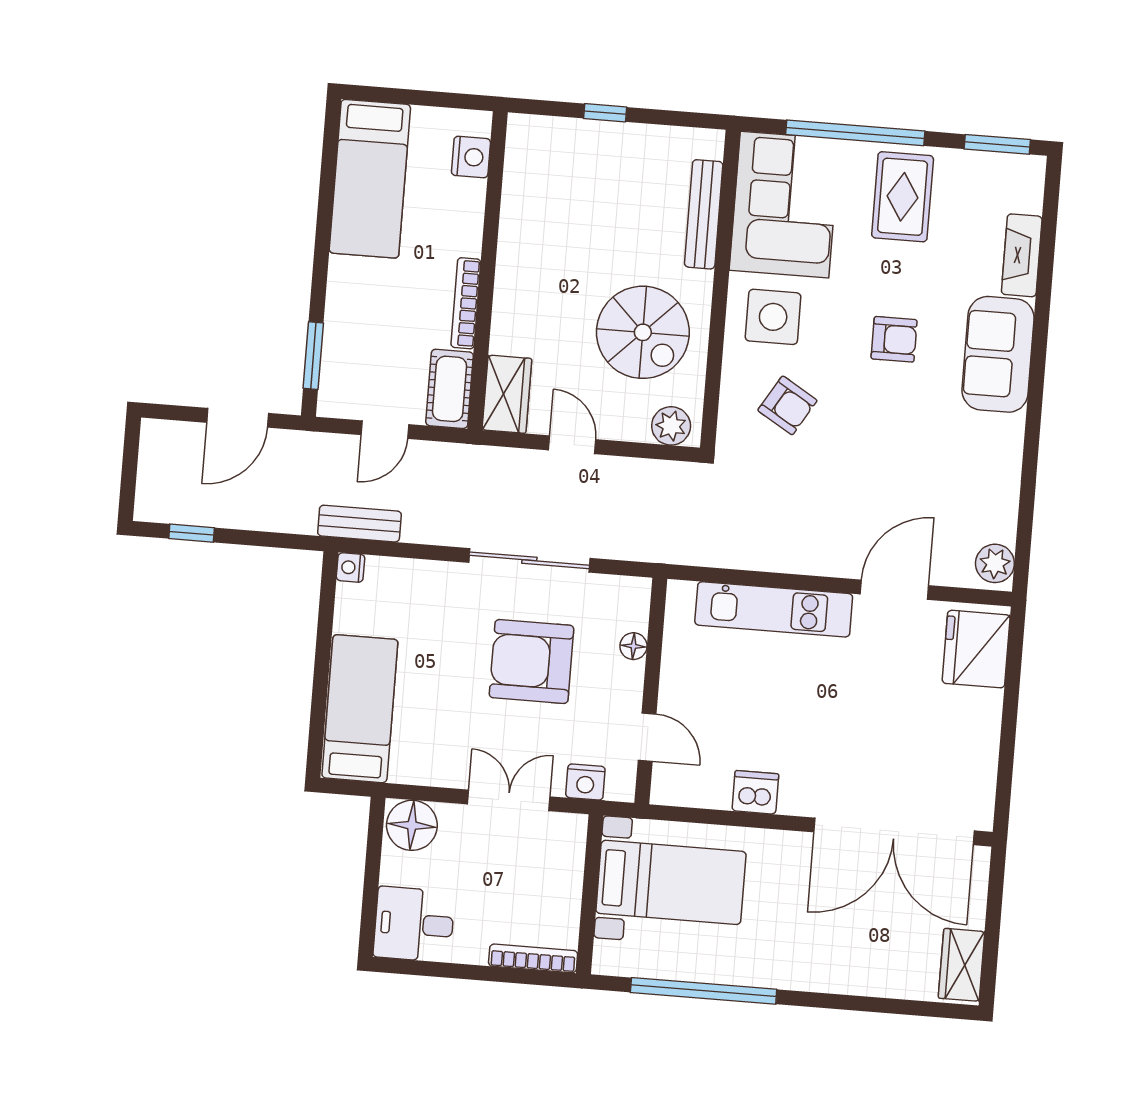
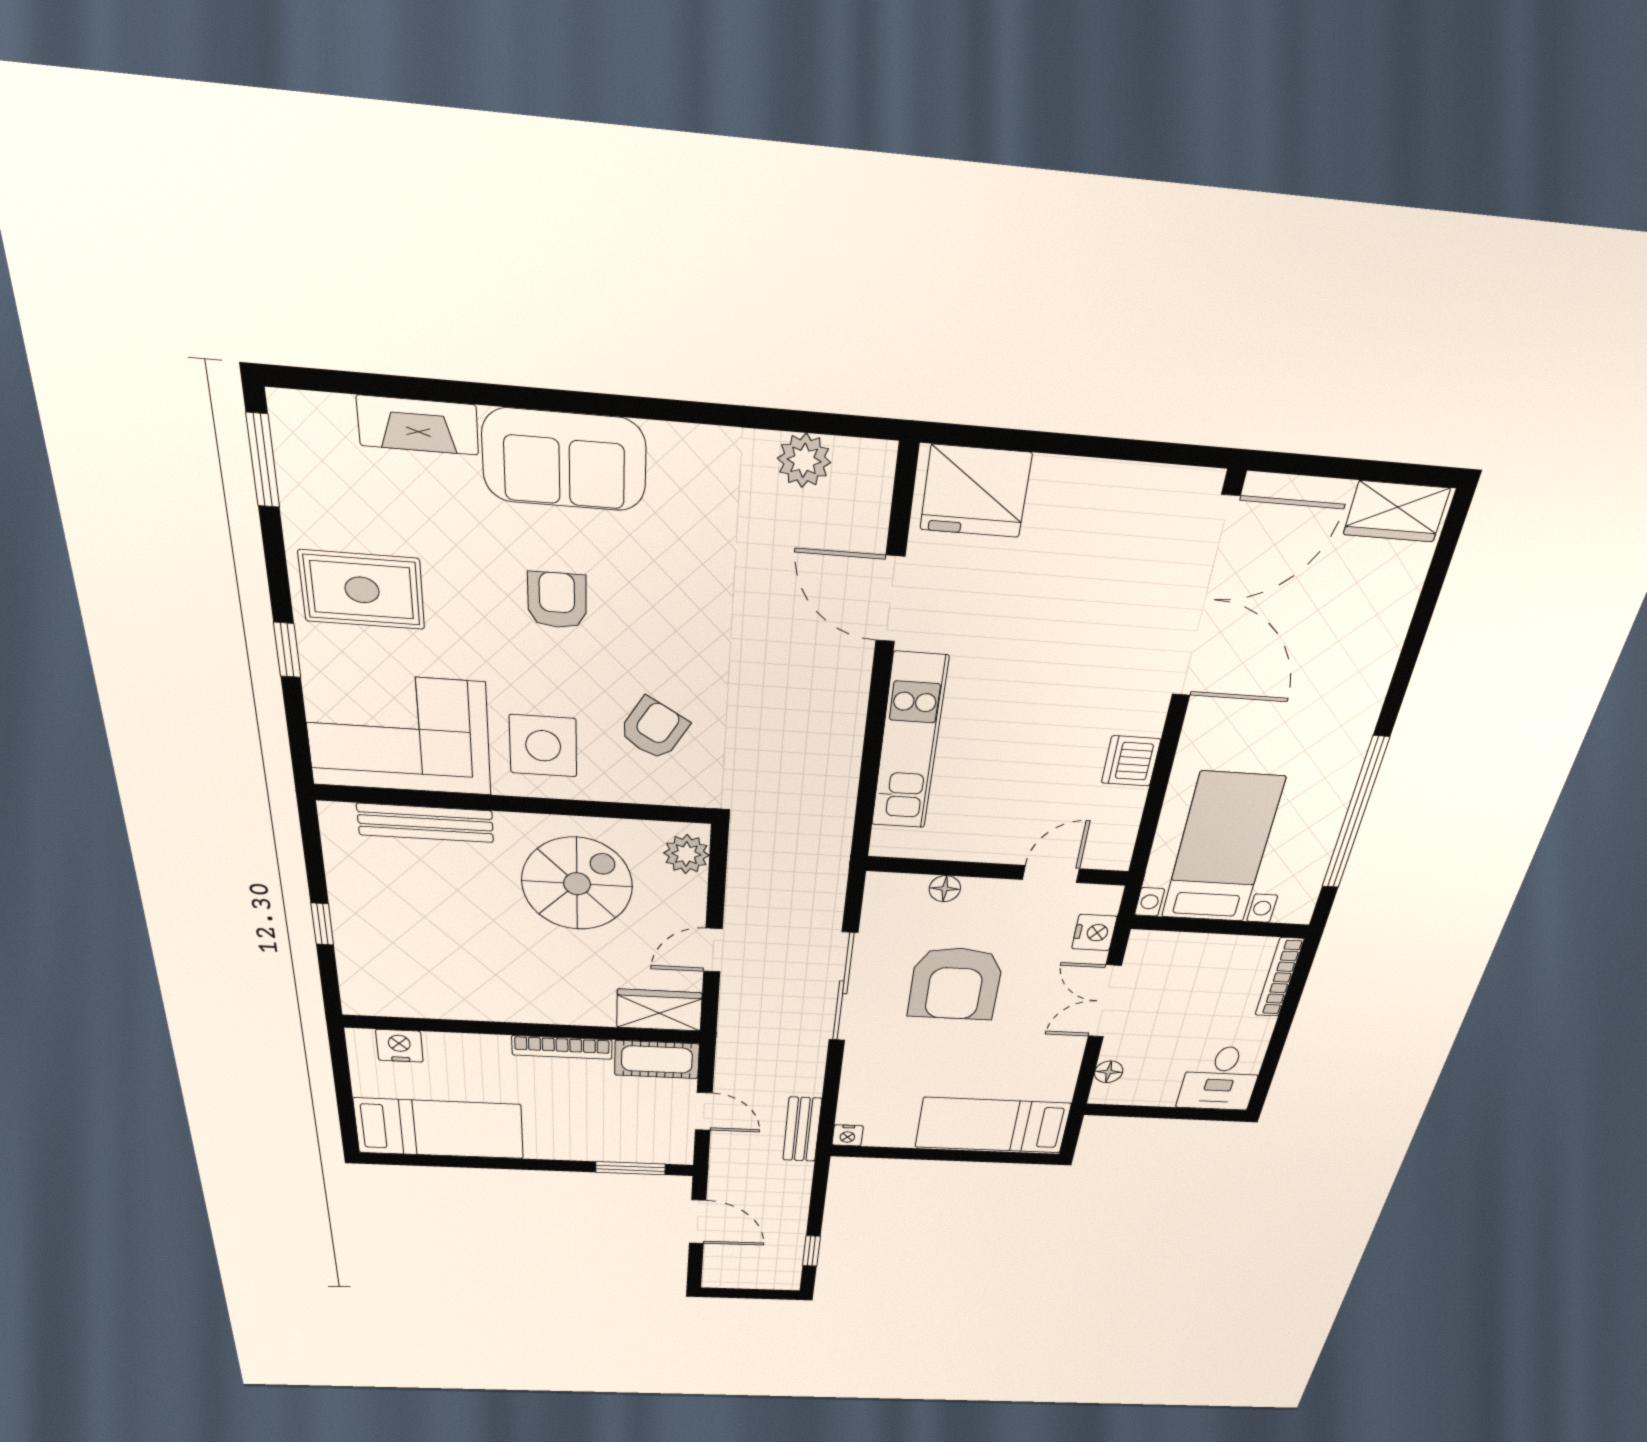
window: (855, 133) -> (287, 650), width x0.32
plant: (995, 563) -> (804, 460), moved
floor lamp: (412, 825) -> (1109, 1072), width x0.53, depth x0.53

